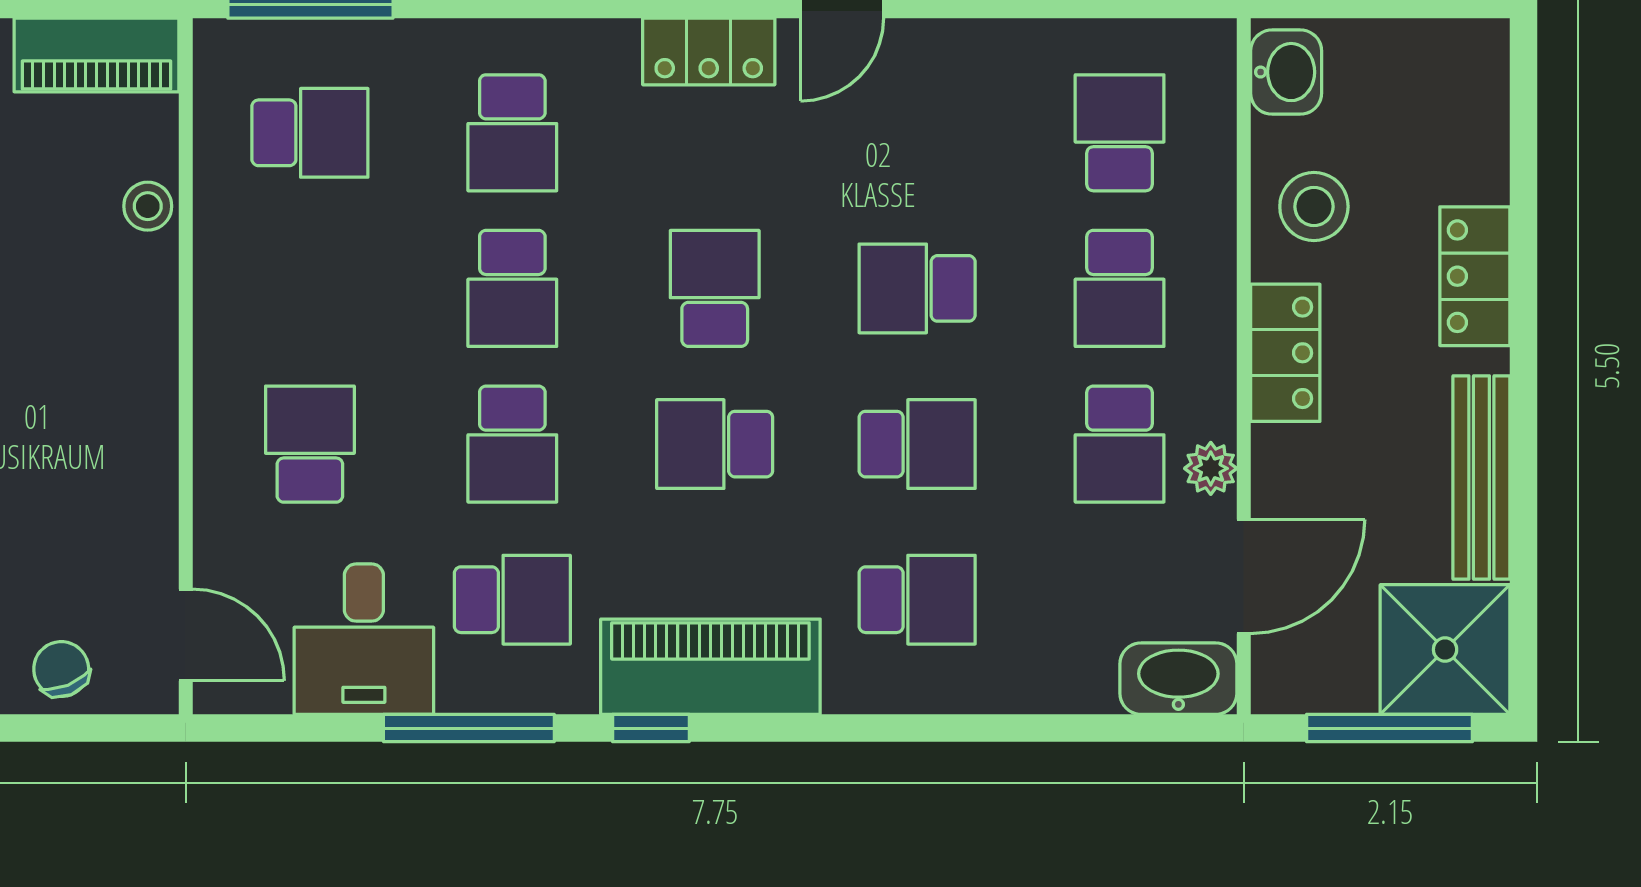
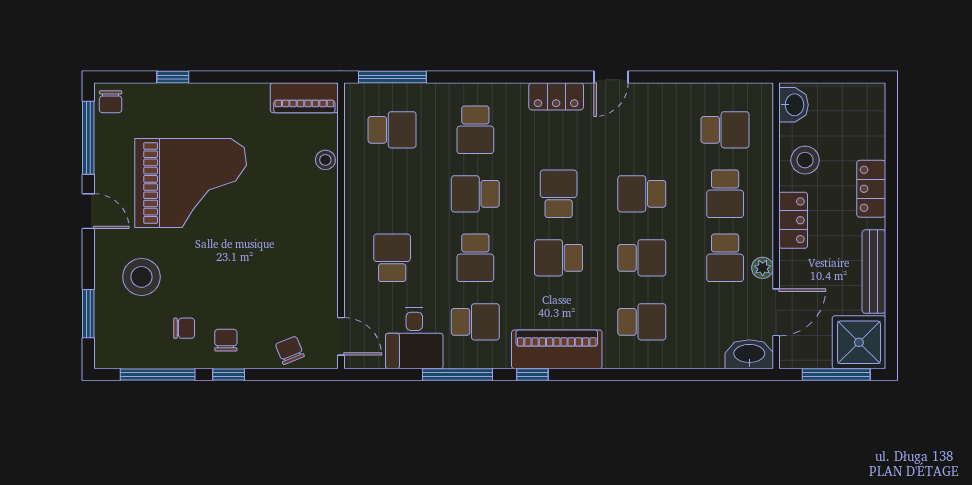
school desk: (1120, 133) -> (725, 130), turned 90
school desk: (512, 288) -> (475, 194), turned 90

